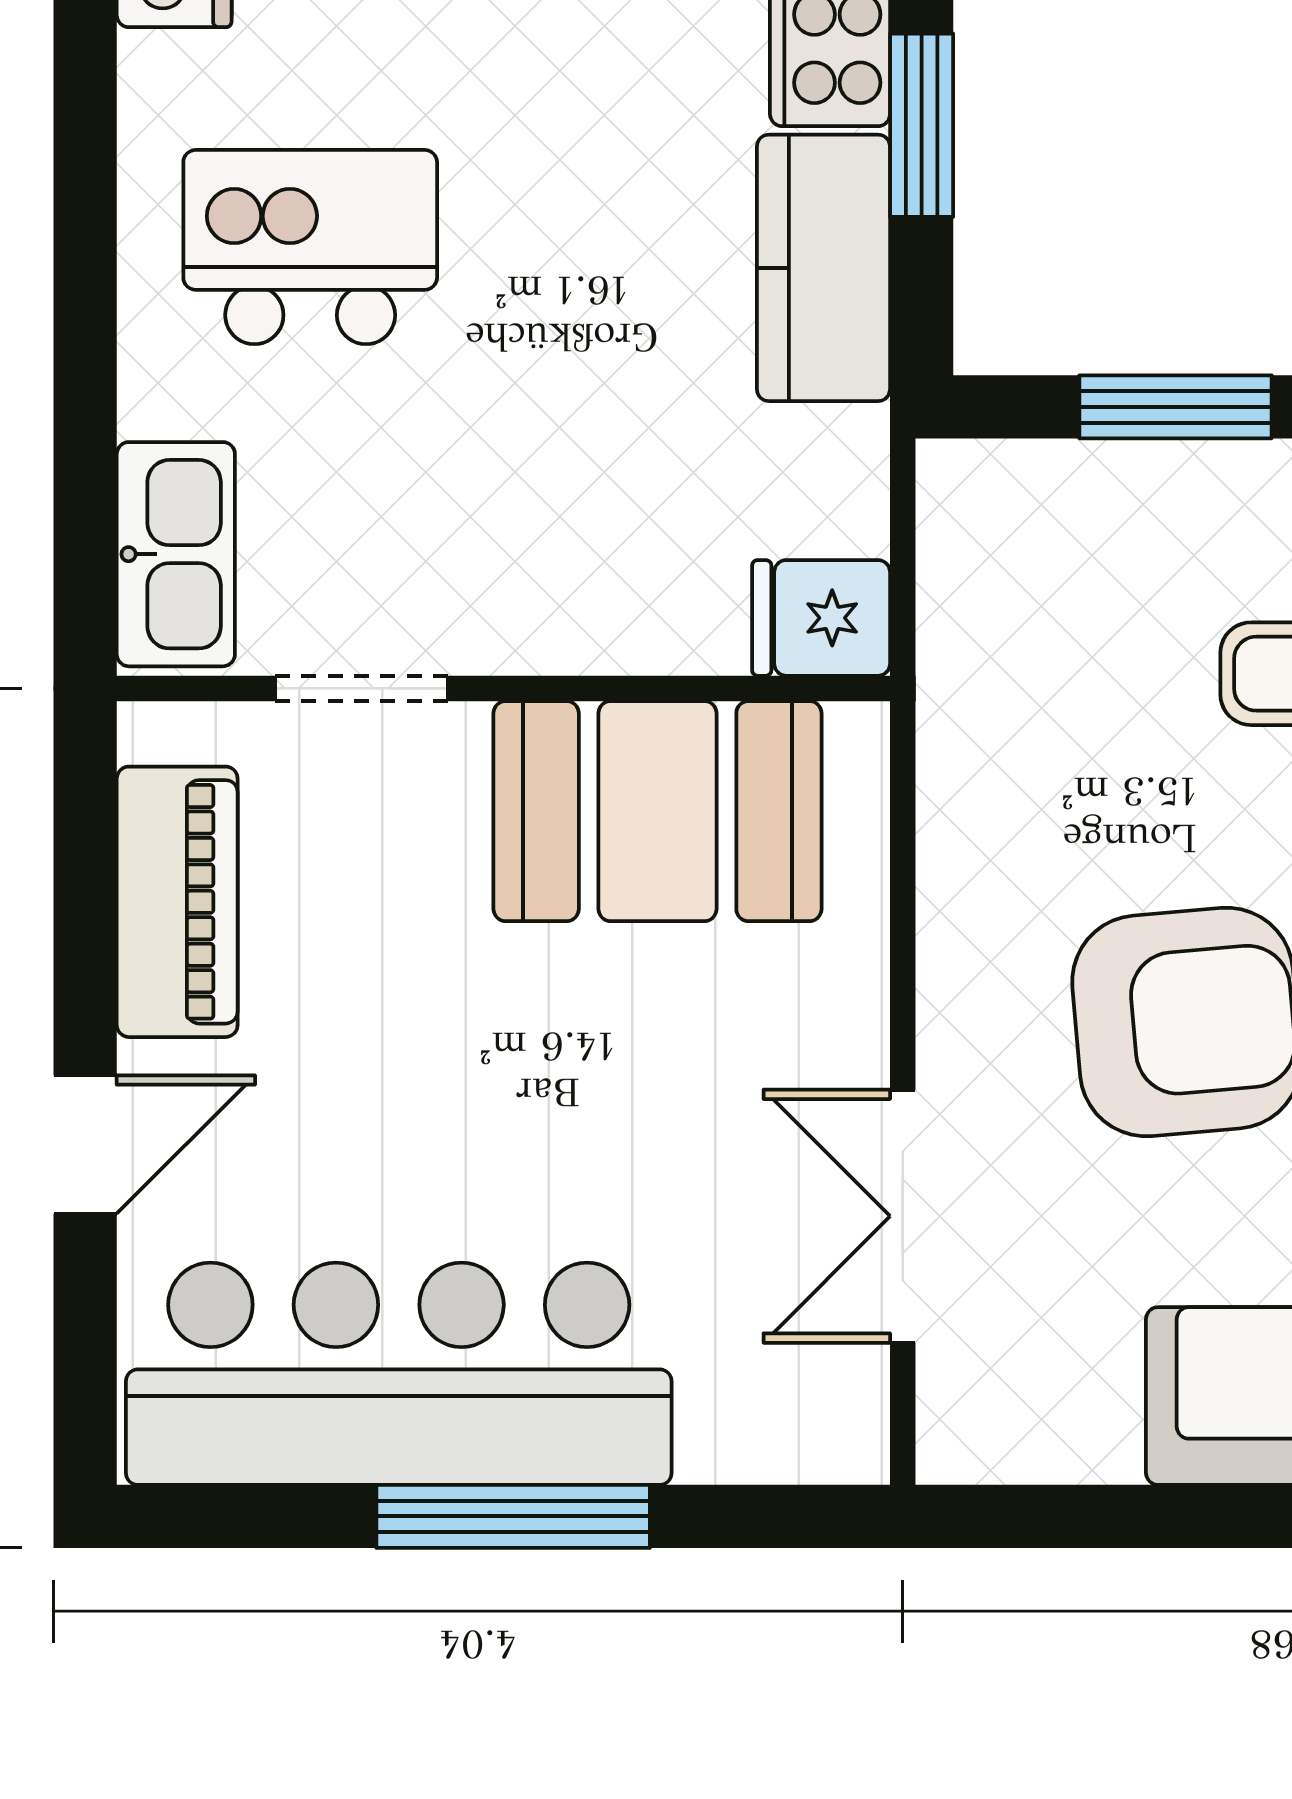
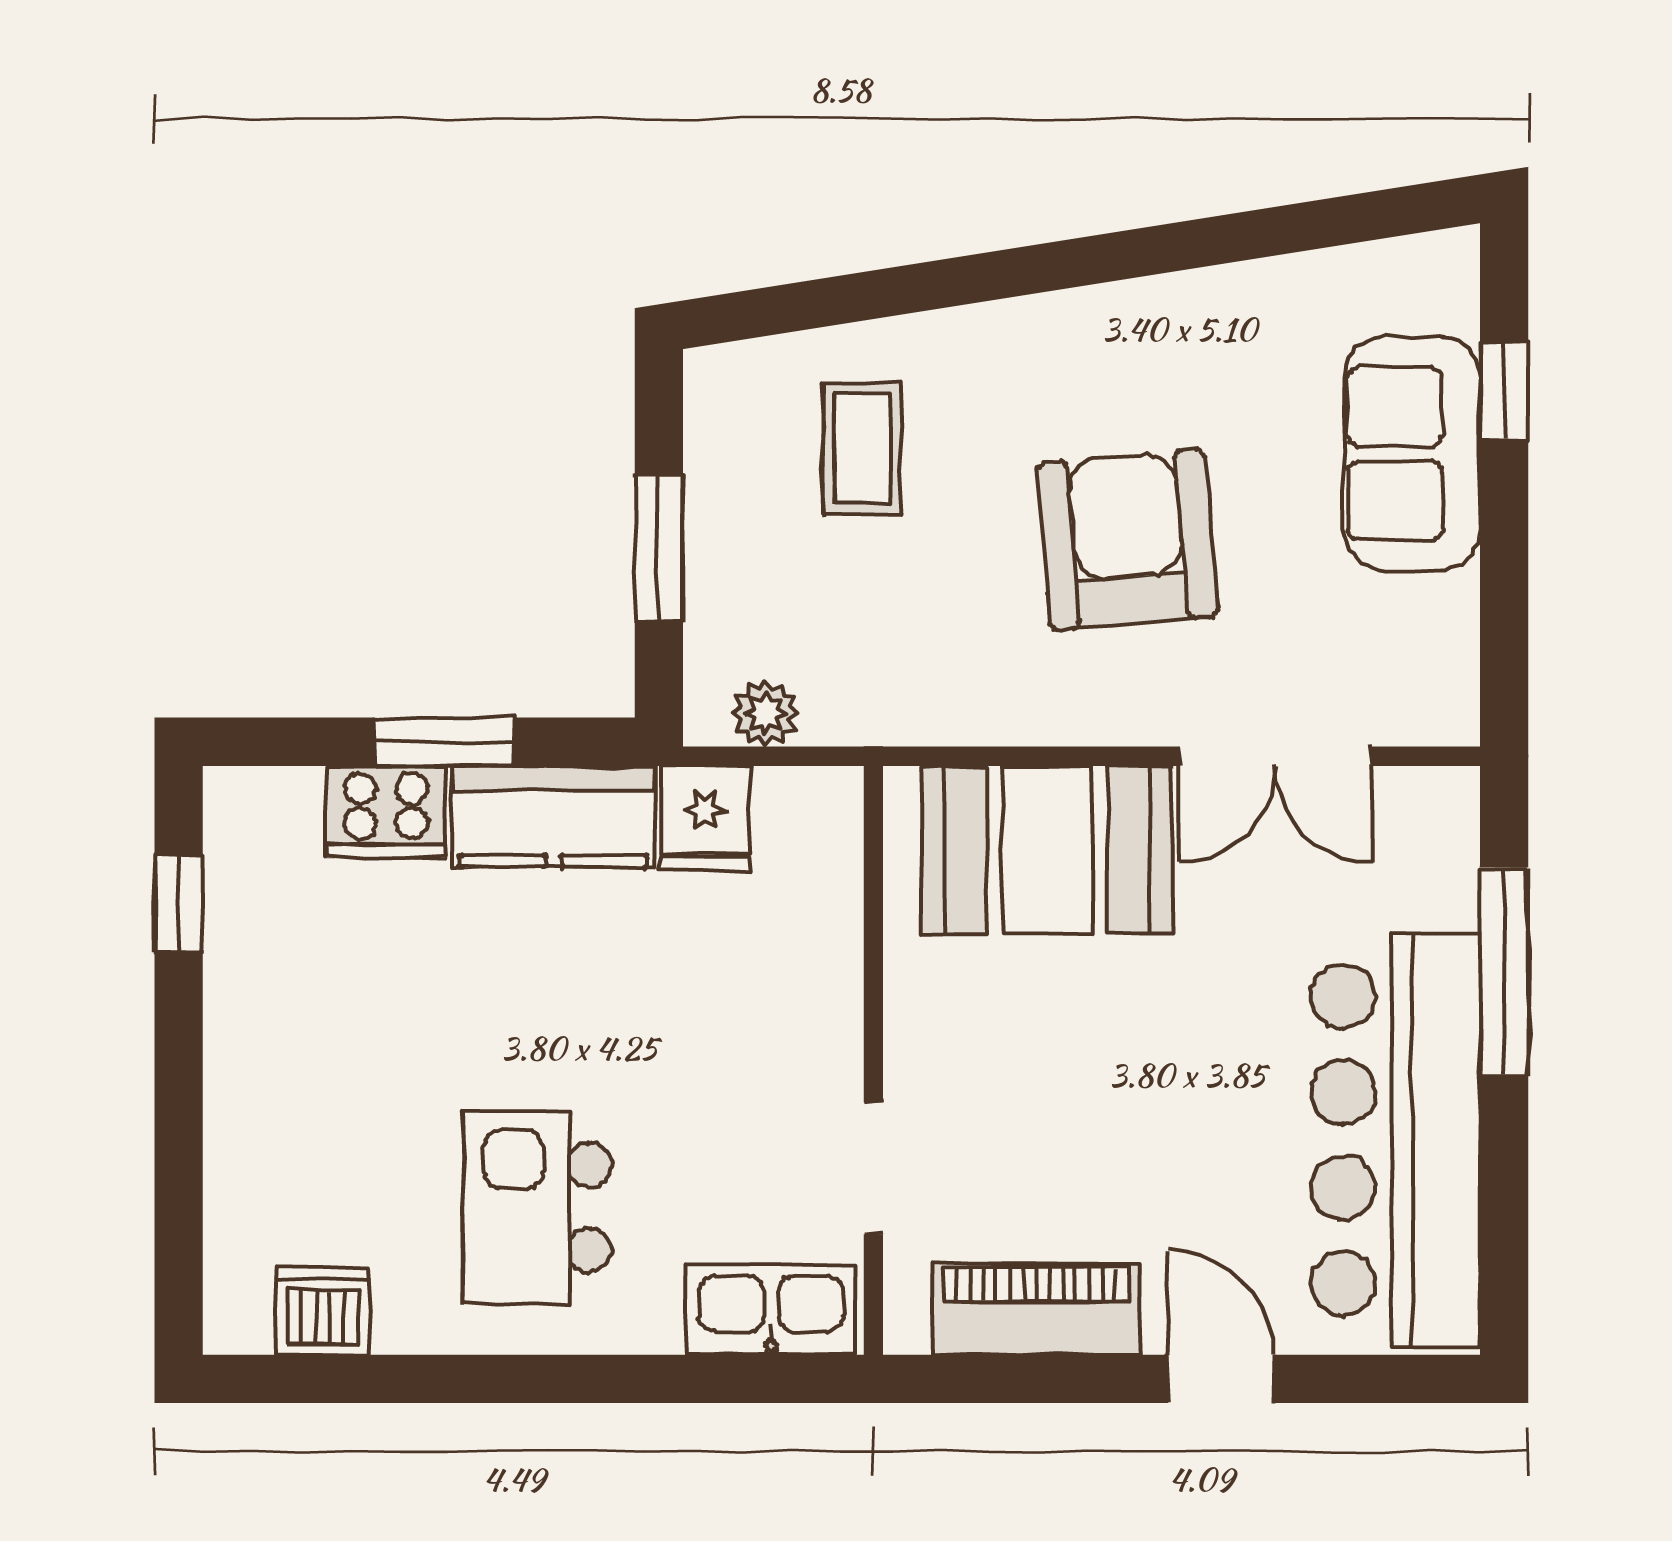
plant: (959, 547) -> (766, 713), added
fridge: (821, 618) -> (705, 818), moved
booth: (658, 811) -> (1047, 850), moved, turned 90
window: (513, 1516) -> (1504, 972), moved

